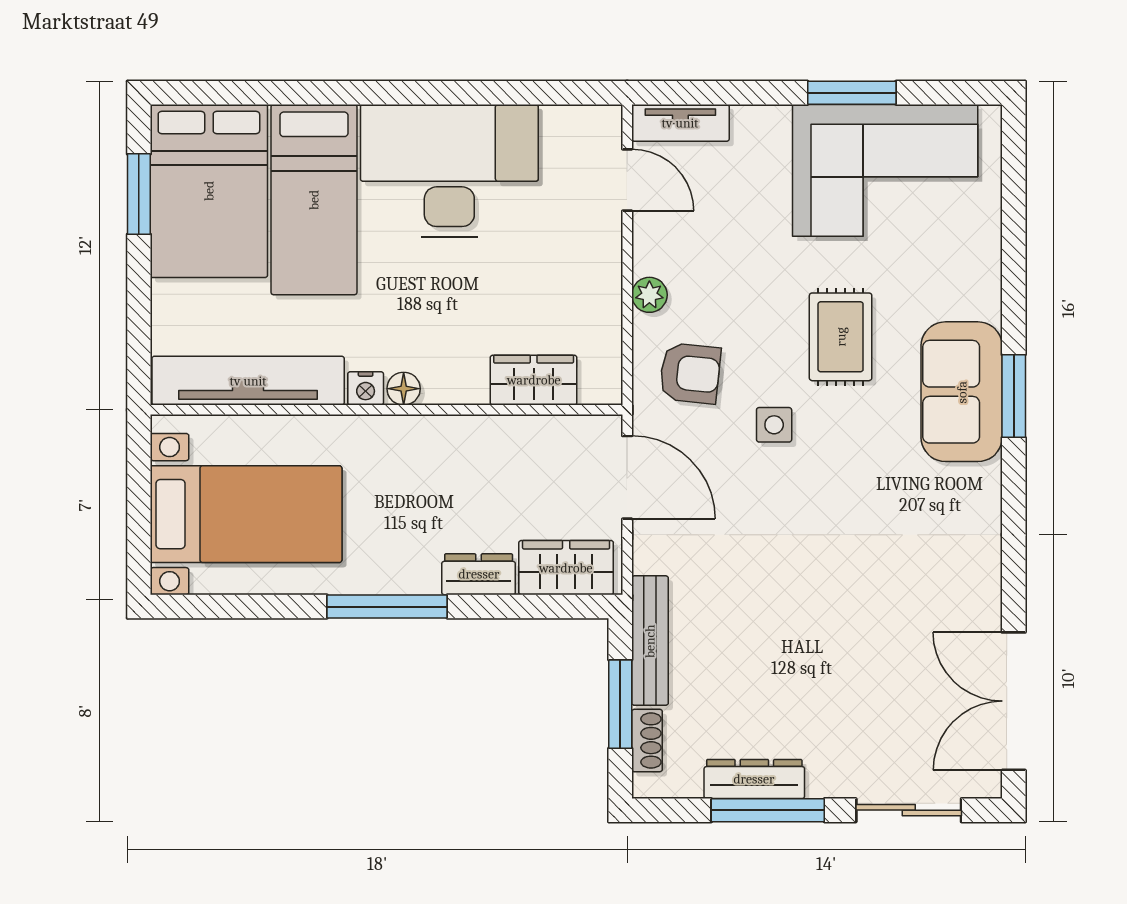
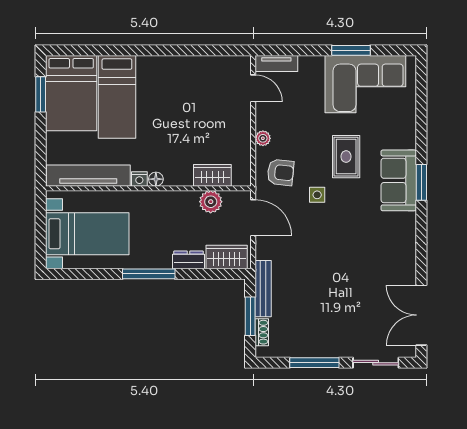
desk: (449, 171) -> (176, 84), removed
plant: (530, 441) -> (211, 202), added
dresser: (754, 779) -> (309, 349), removed

